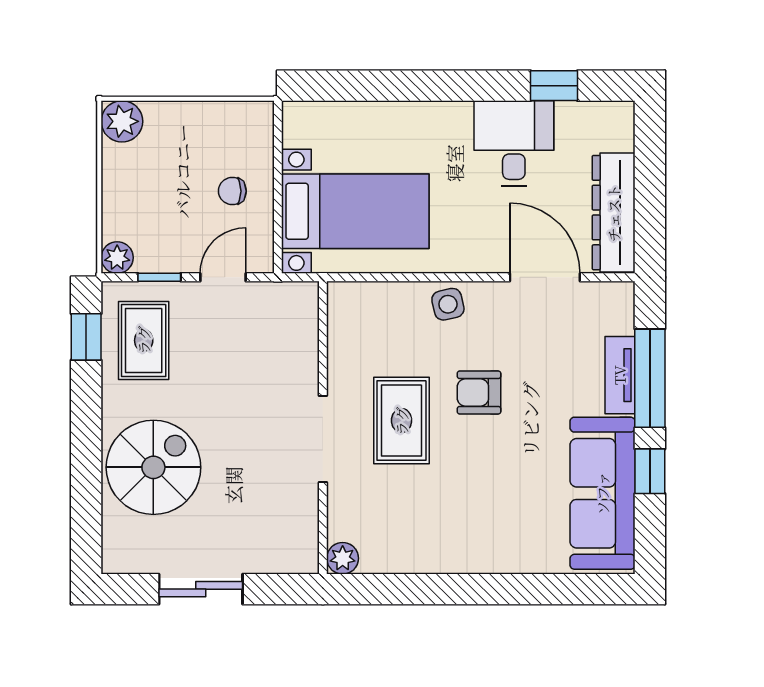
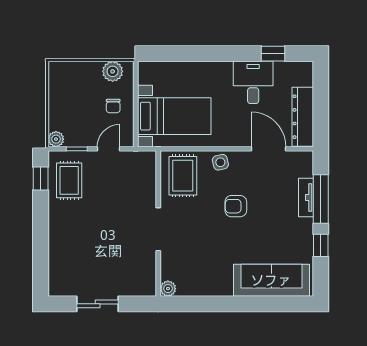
plant: (122, 121) -> (113, 71), moved
chair: (232, 191) -> (113, 106), turned -90
rug: (402, 421) -> (183, 176), moved
spiral stairs: (153, 467) -> (74, 243), removed
sofa: (603, 493) -> (271, 280), moved, turned 90

